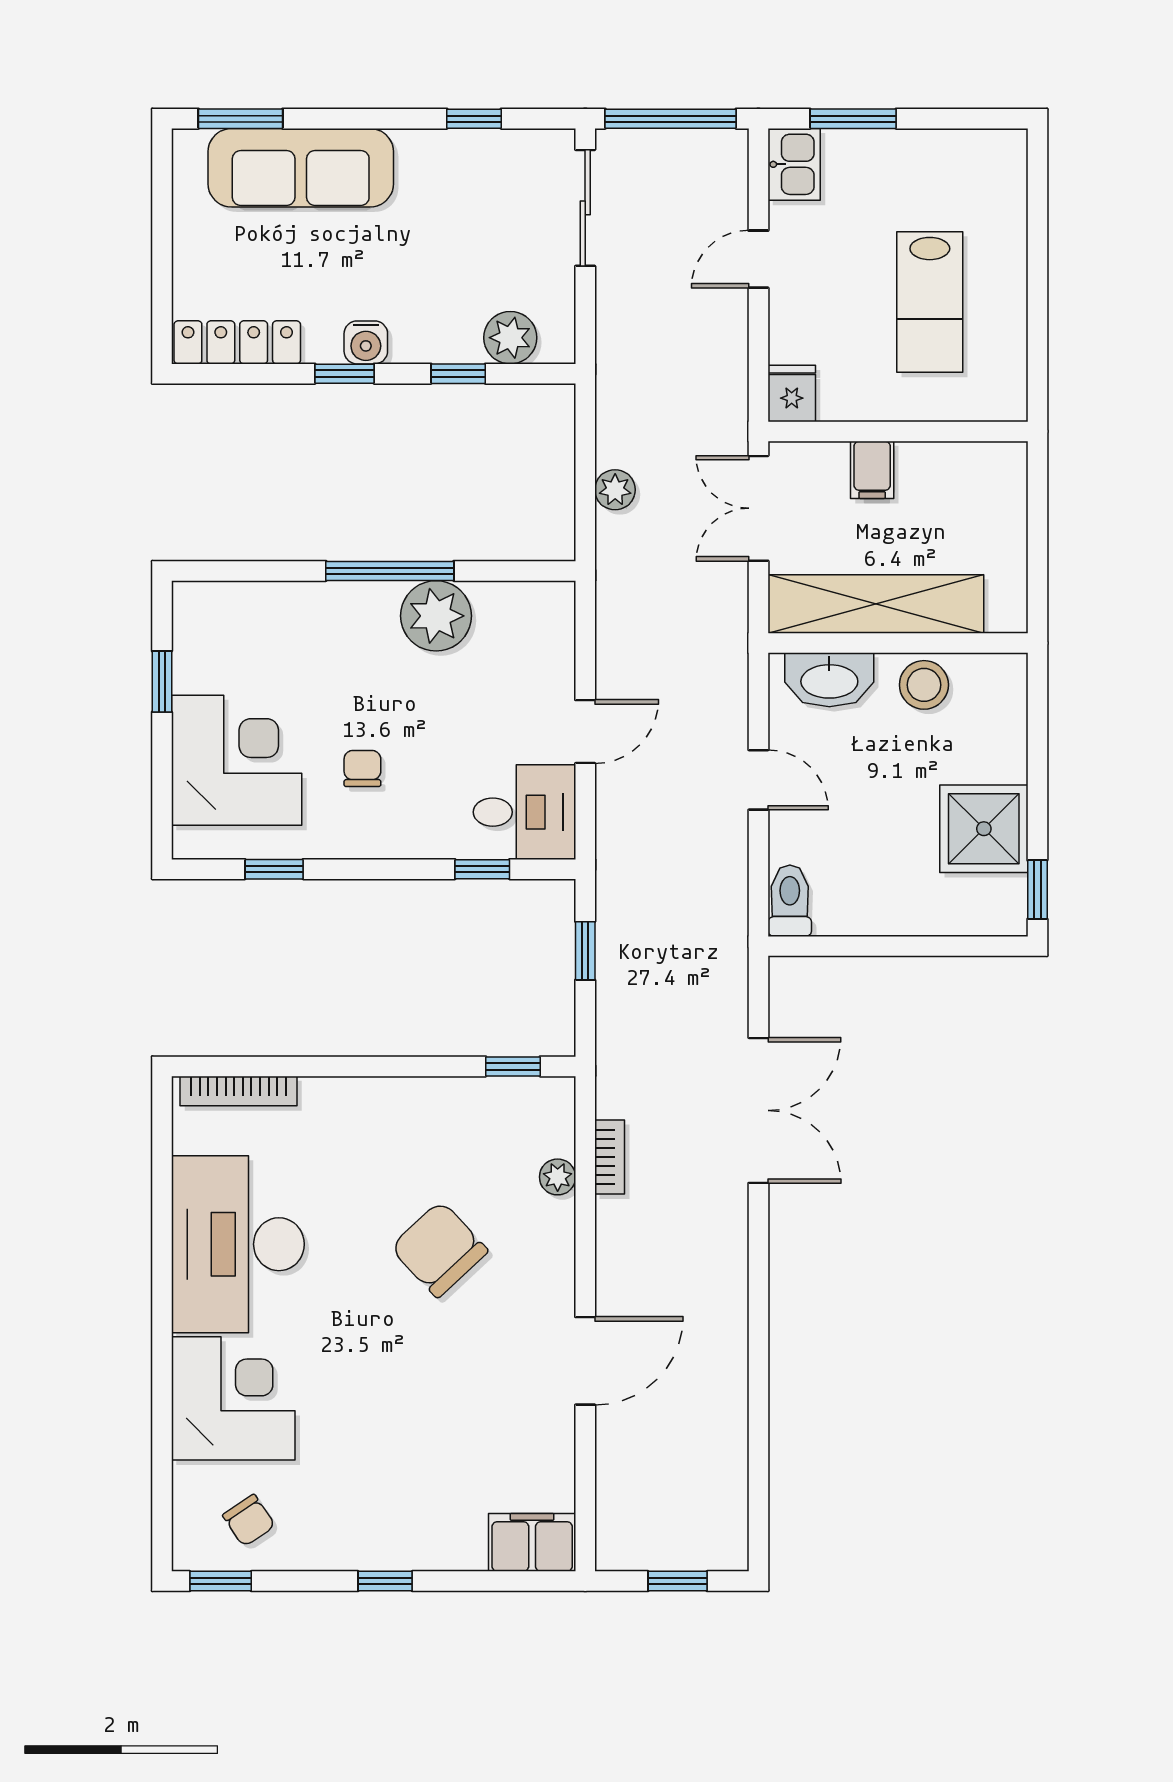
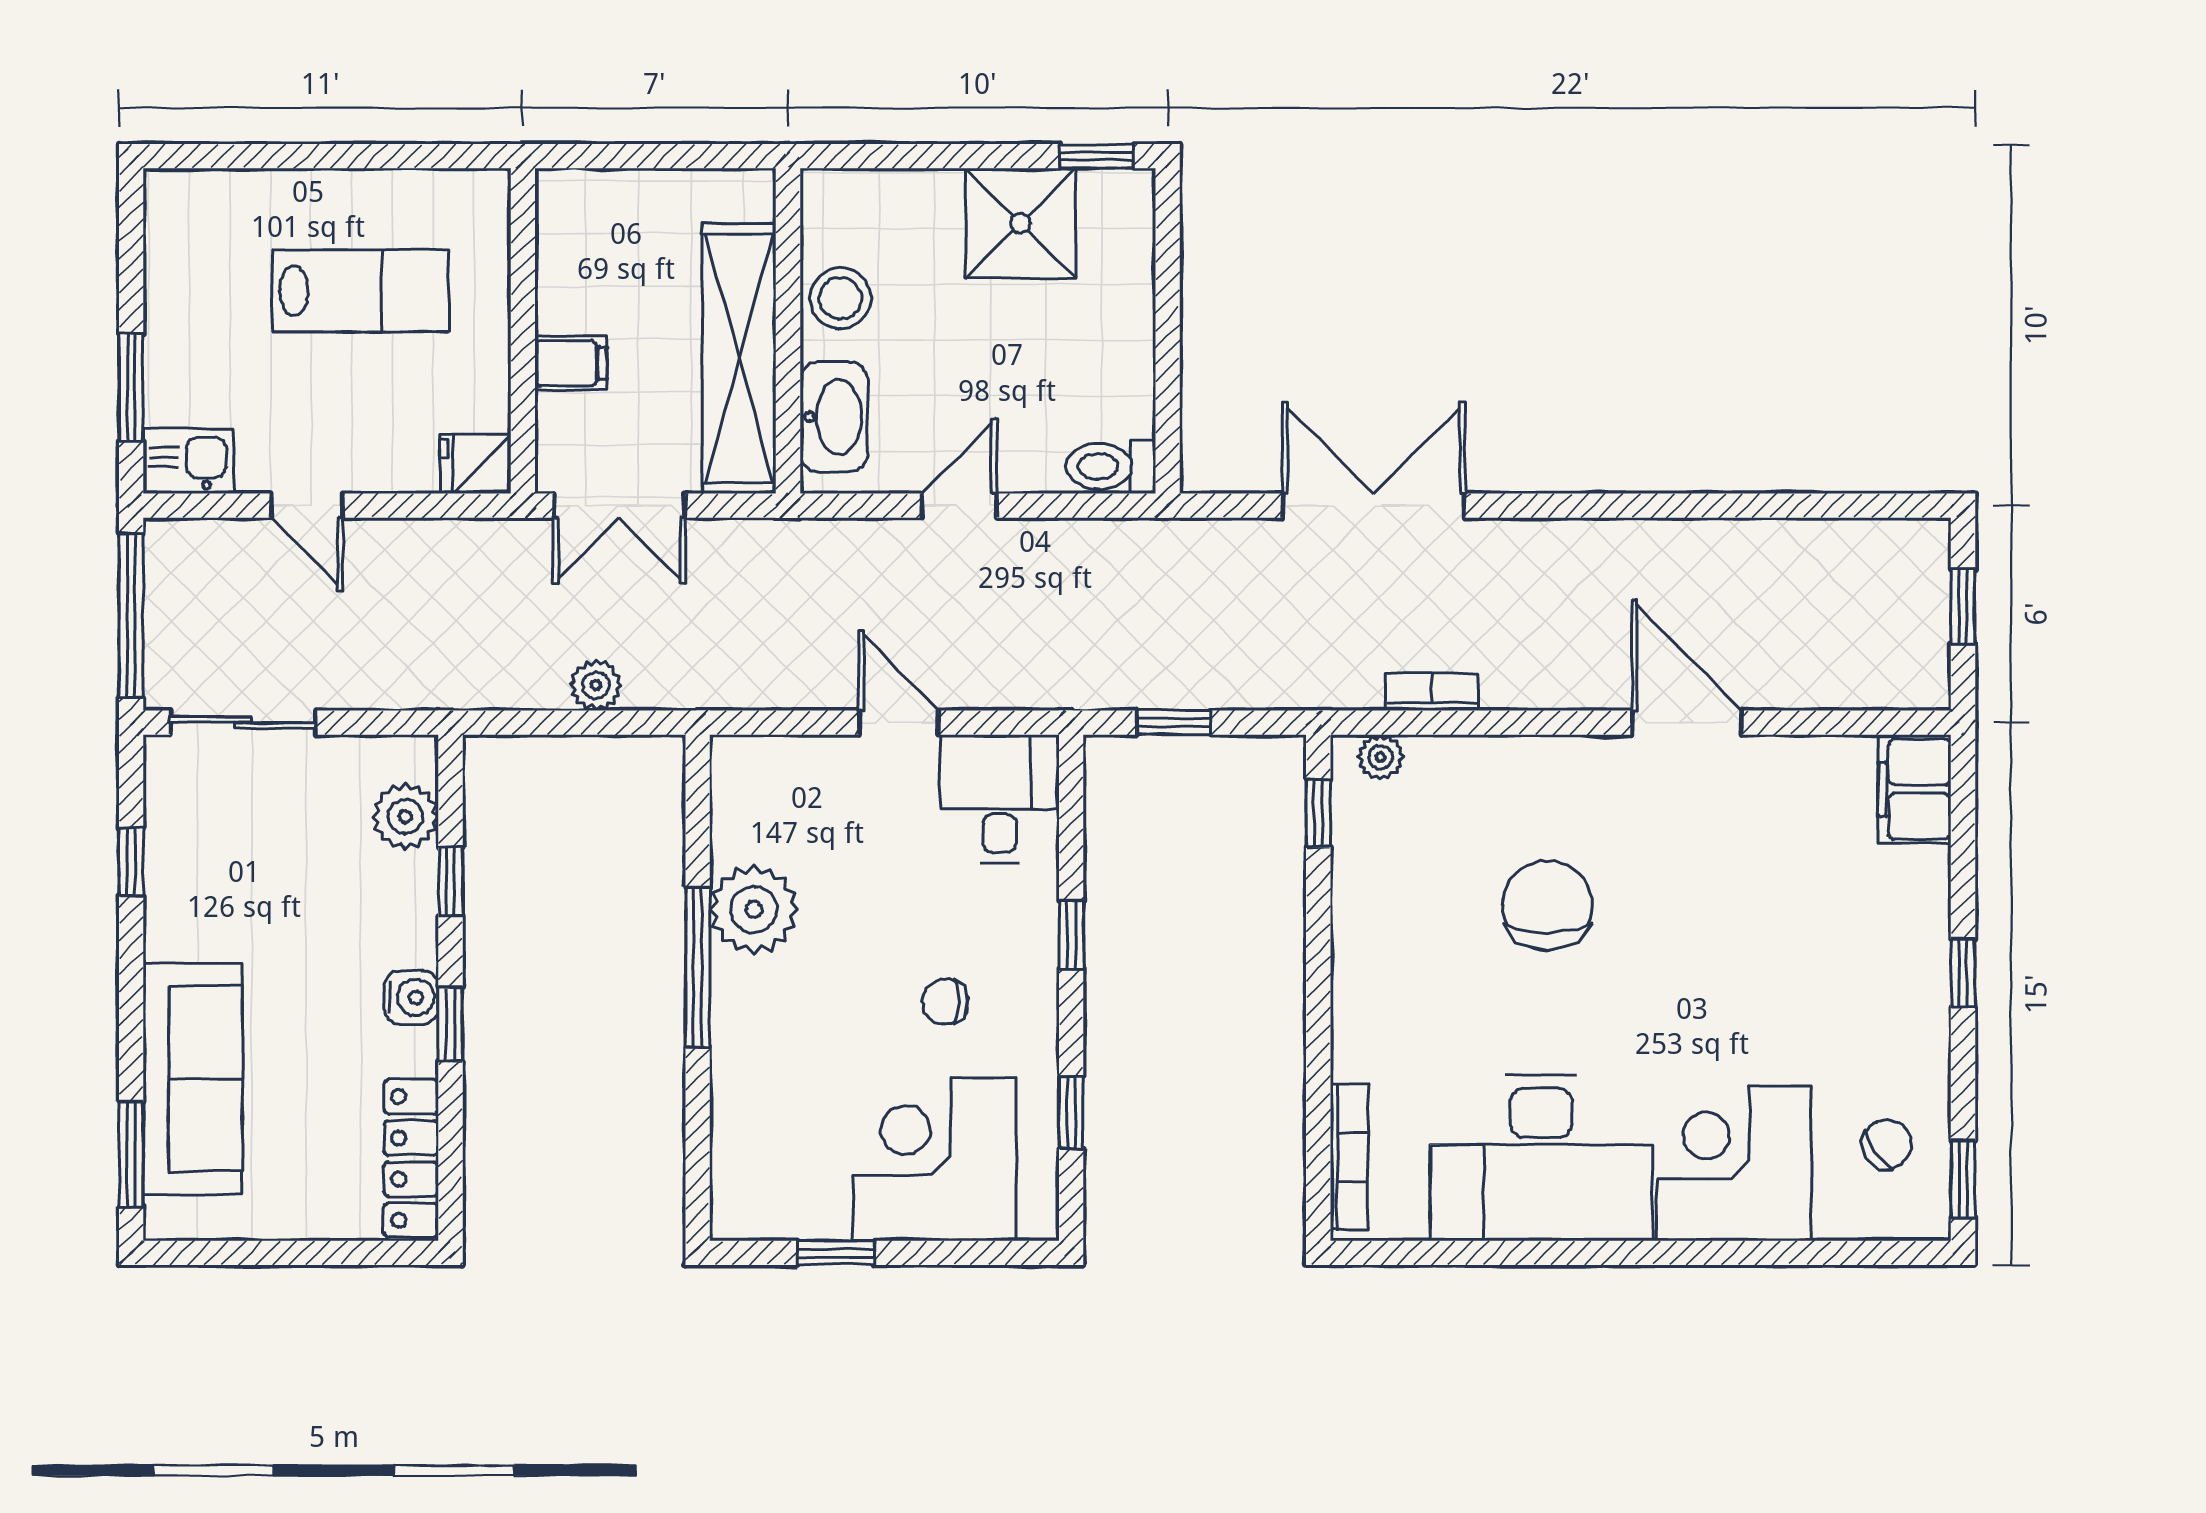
window: (482, 869) -> (1071, 935), moved
plant: (558, 1177) -> (1380, 757), moved
chair: (439, 1249) -> (1547, 906), turned 133

